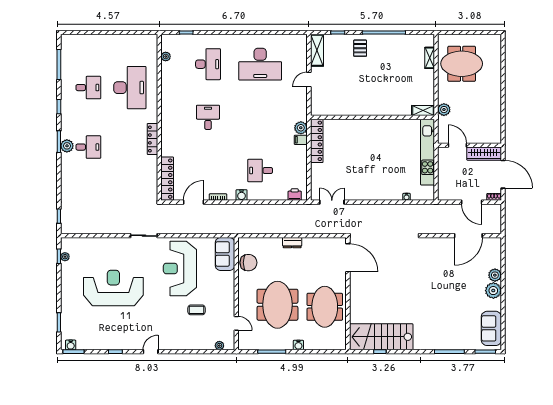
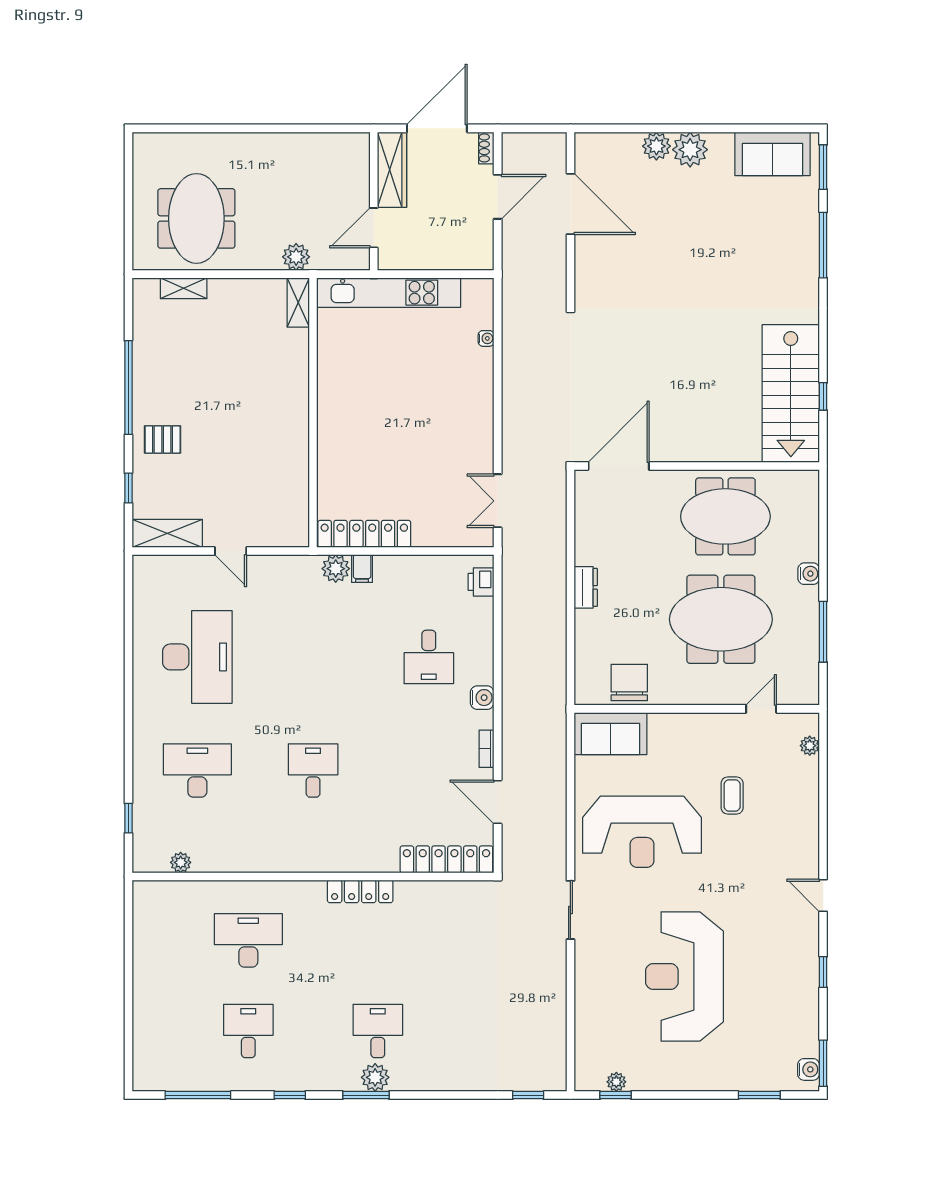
desk: (130, 88) -> (248, 940), width x0.73, depth x0.77
desk: (208, 117) -> (313, 770), turned 90

